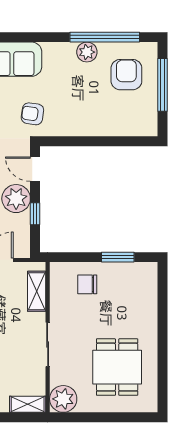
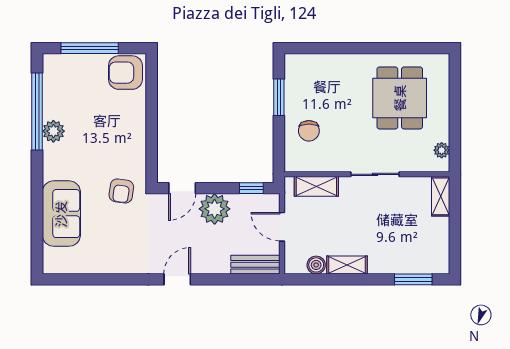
armchair: (126, 75) -> (125, 73), moved
window: (35, 214) -> (251, 188), moved
dining table: (117, 367) -> (400, 98), turned 90
plant: (63, 399) -> (442, 150), width x0.53, depth x0.53

